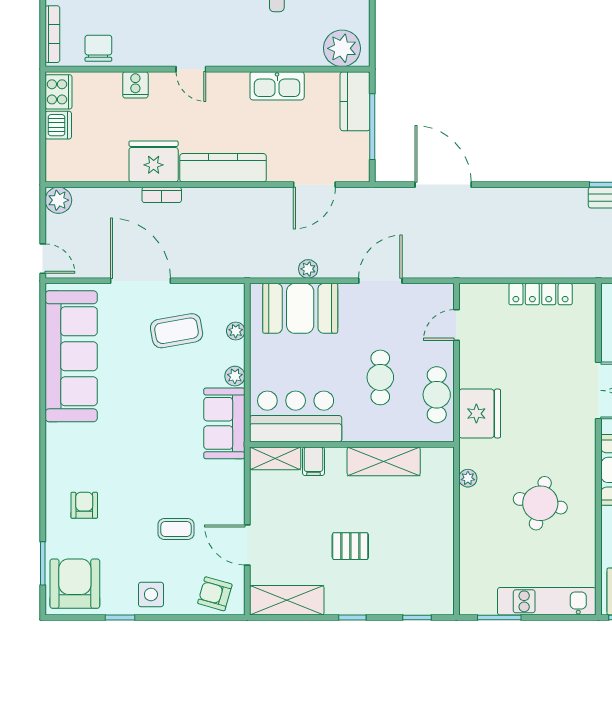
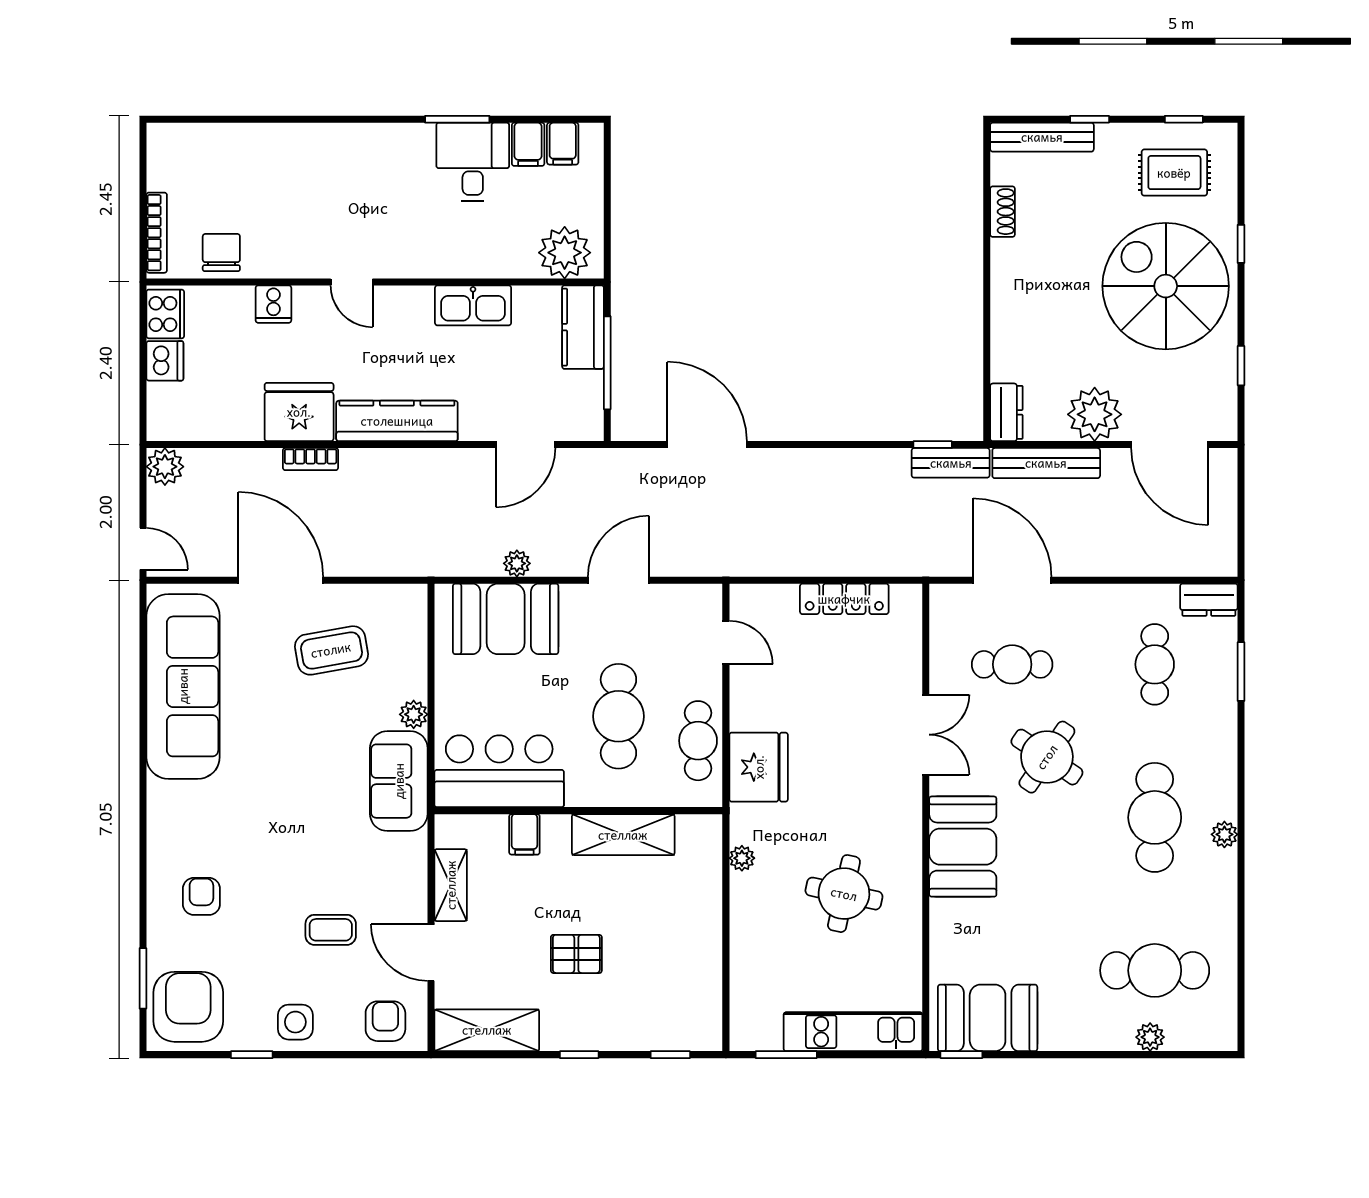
door: (456, 325) -> (726, 642), swing flipped
plant: (236, 331) -> (415, 651), removed
cafe table: (380, 377) -> (618, 716), width x1.37, depth x1.35
shelving: (275, 458) -> (451, 885), moved, turned 90
armchair: (215, 594) -> (385, 1021), turned 74

